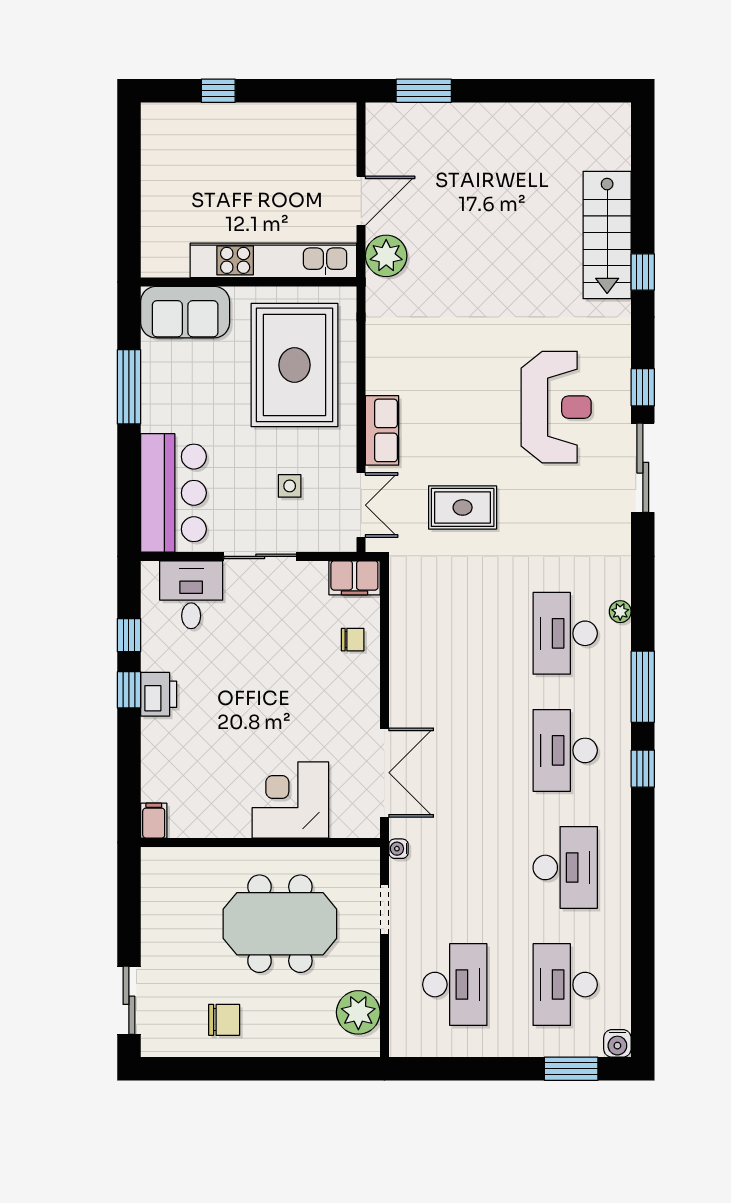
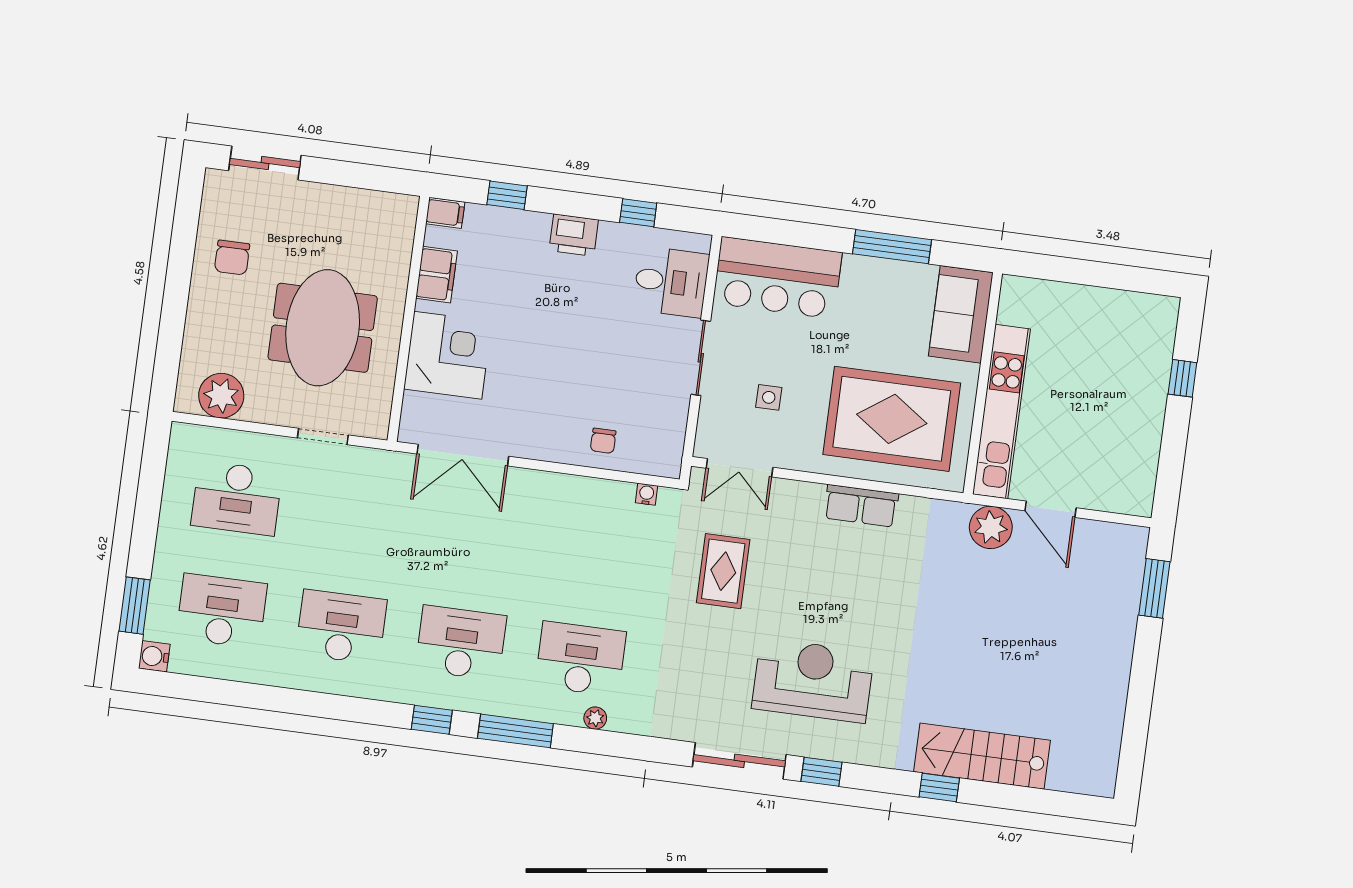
reception desk: (556, 407) -> (813, 680), turned 180
row of seats: (382, 430) -> (861, 506), moved
filing cabinet: (354, 578) -> (436, 275), moved, turned 180
window: (129, 690) -> (507, 195), moved
water cooler: (398, 849) -> (646, 494), moved
desk: (565, 867) -> (341, 627), turned 180

